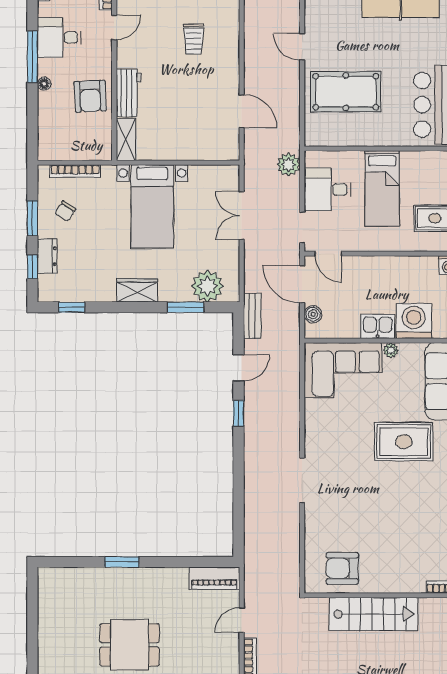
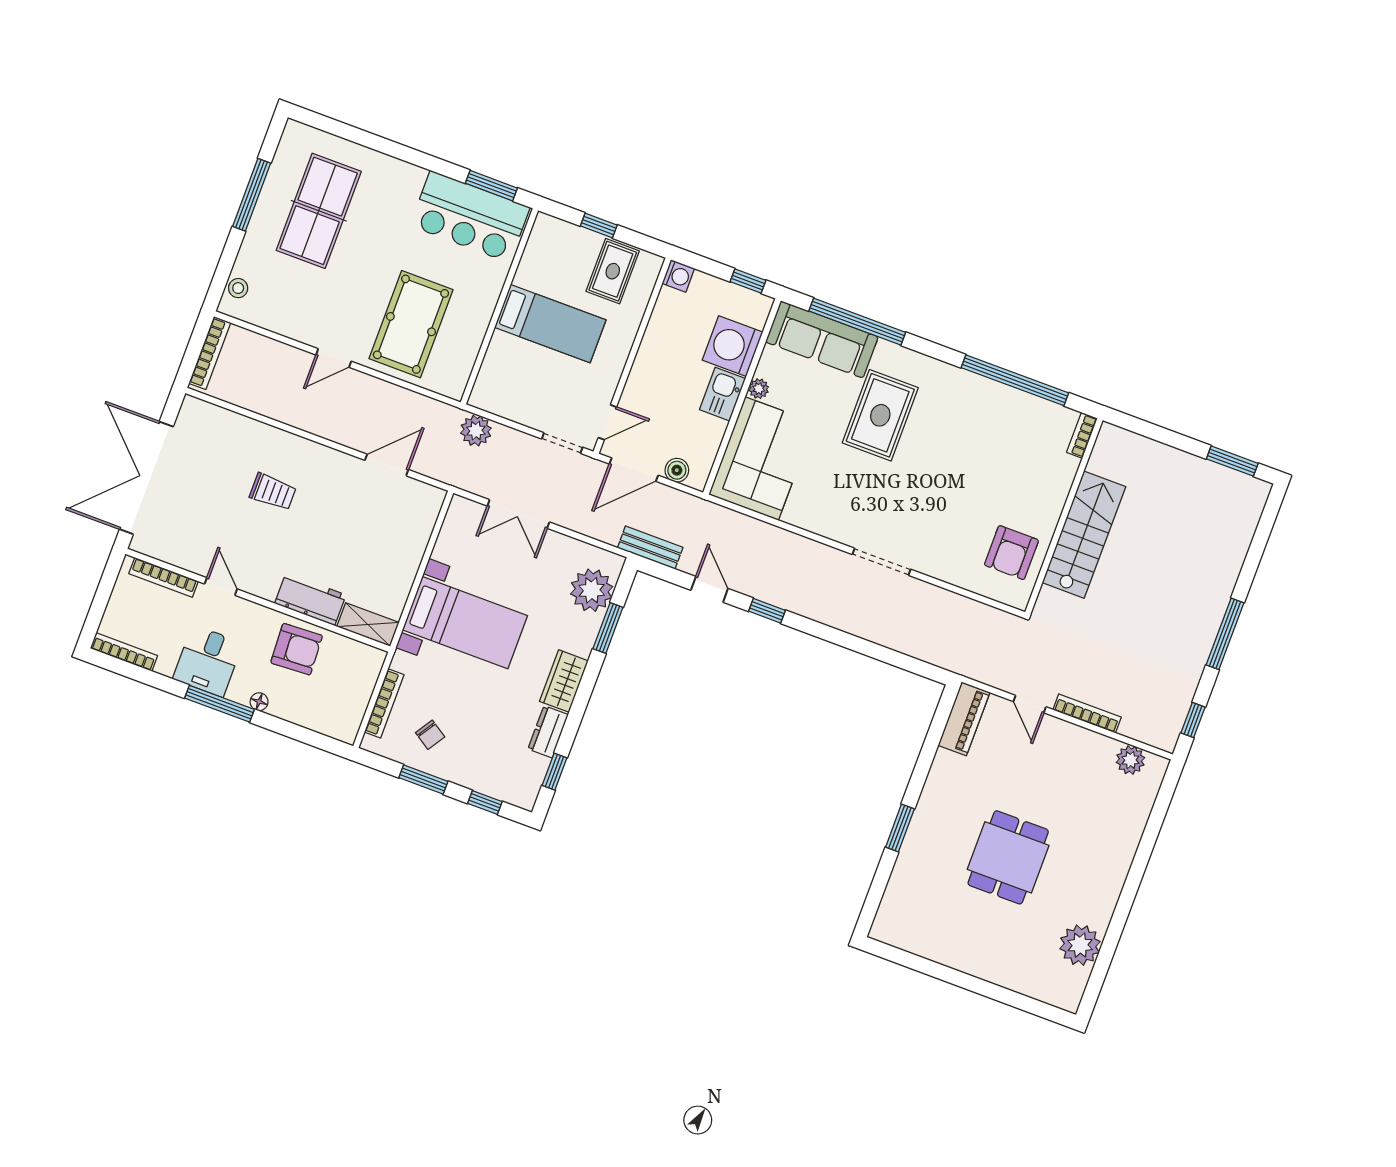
desk: (327, 189) -> (526, 393), removed
dresser: (47, 256) -> (548, 732), moved, turned -90

